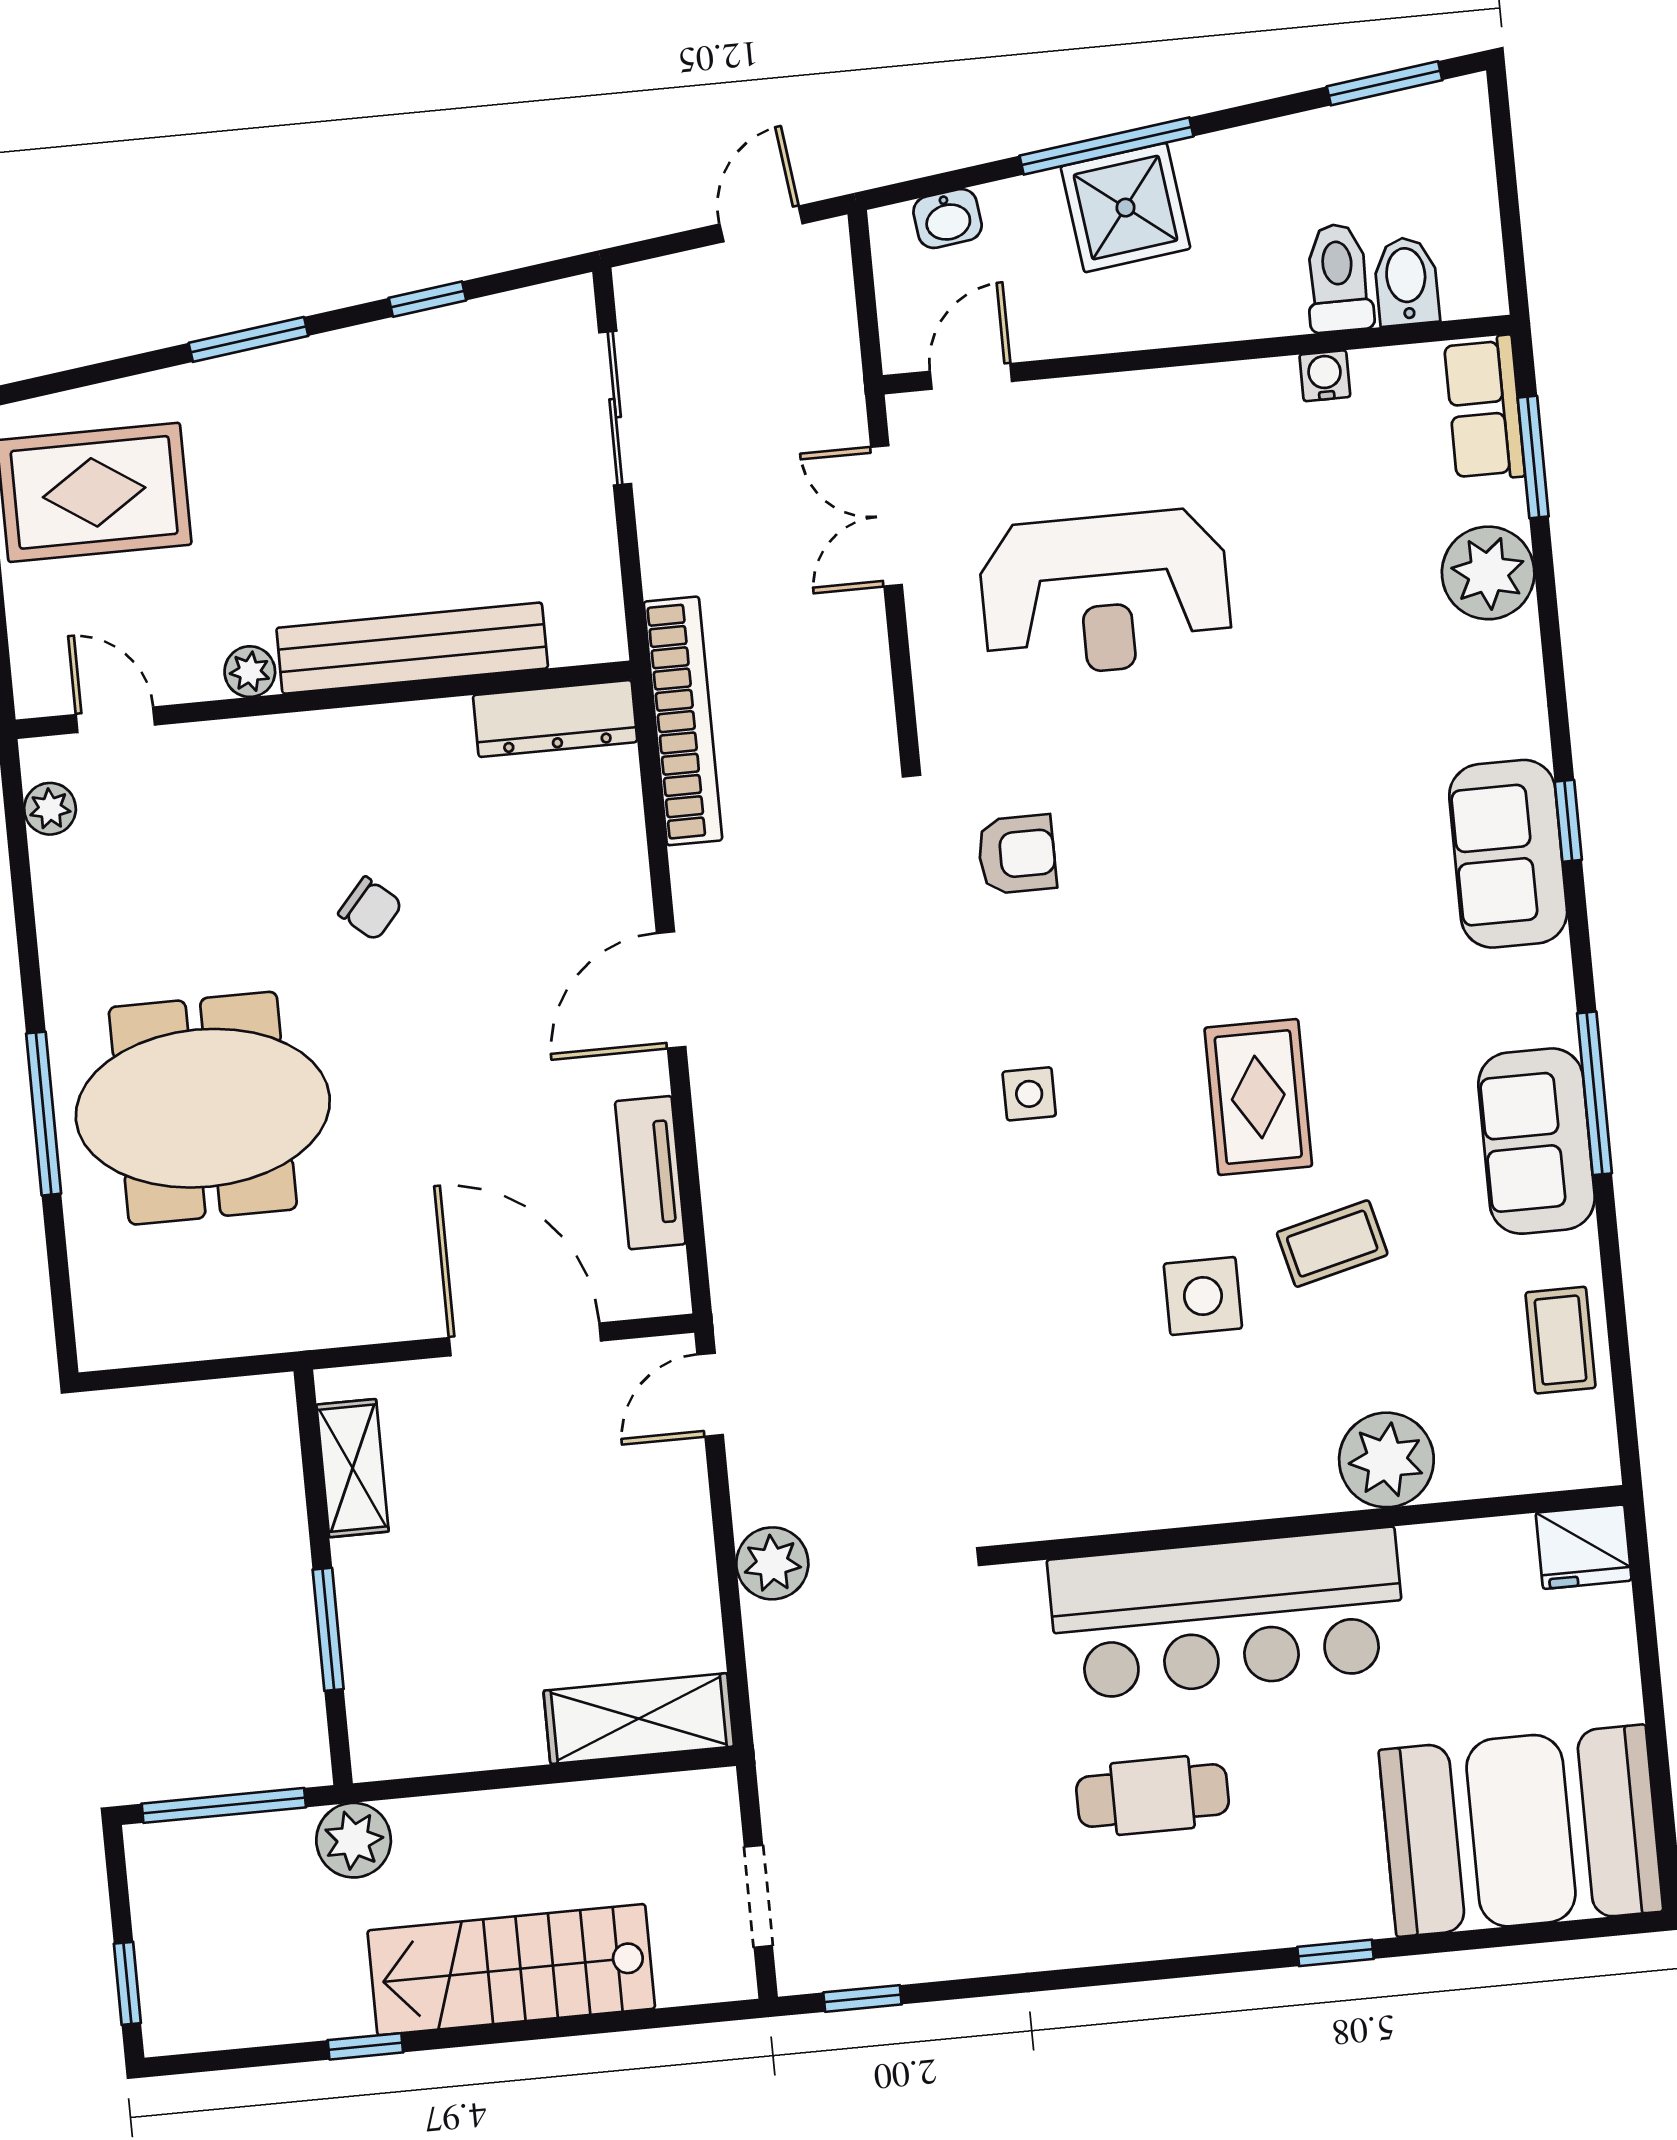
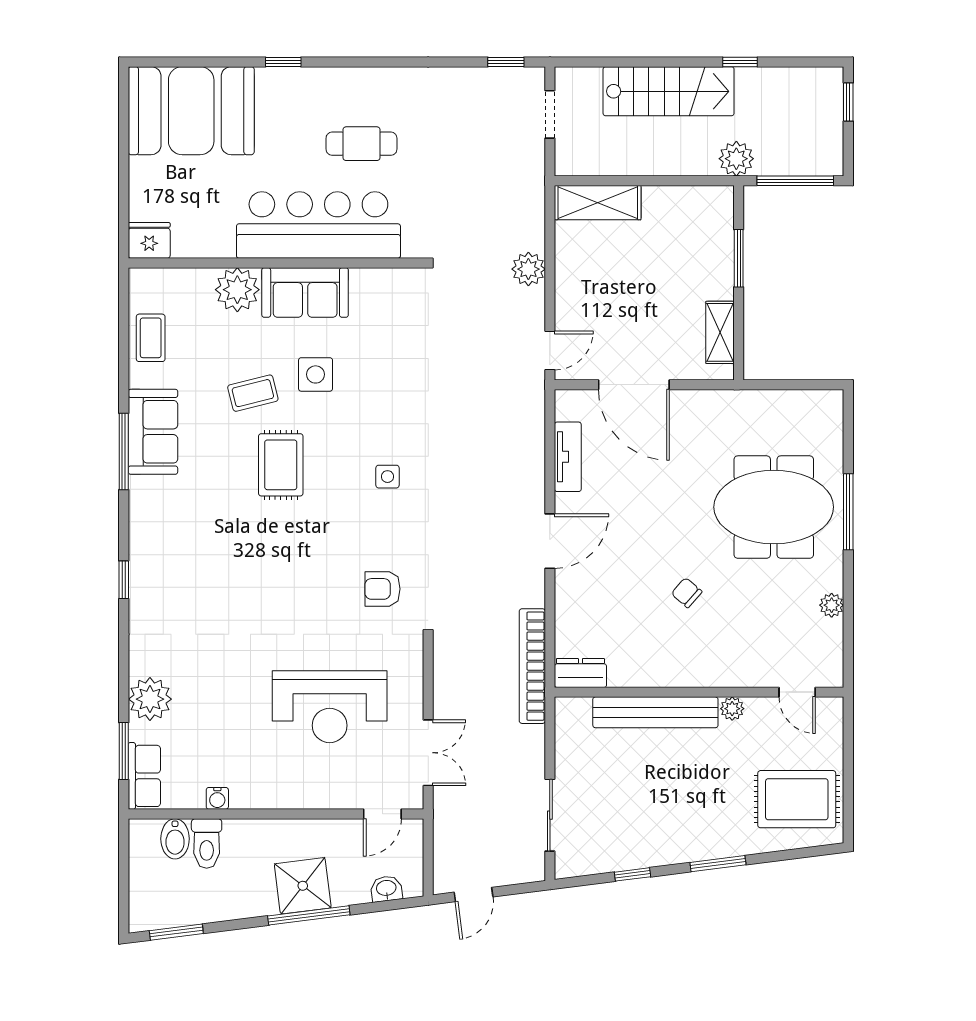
reception desk: (1105, 593) -> (330, 707), turned 180
dresser: (555, 719) -> (580, 673), width x0.70
plant: (50, 809) -> (832, 605), moved
sofa: (1508, 854) -> (305, 292), moved, turned 90

